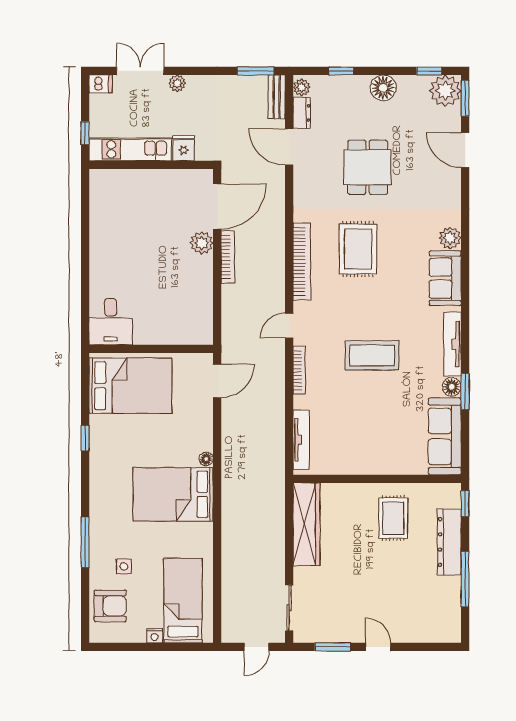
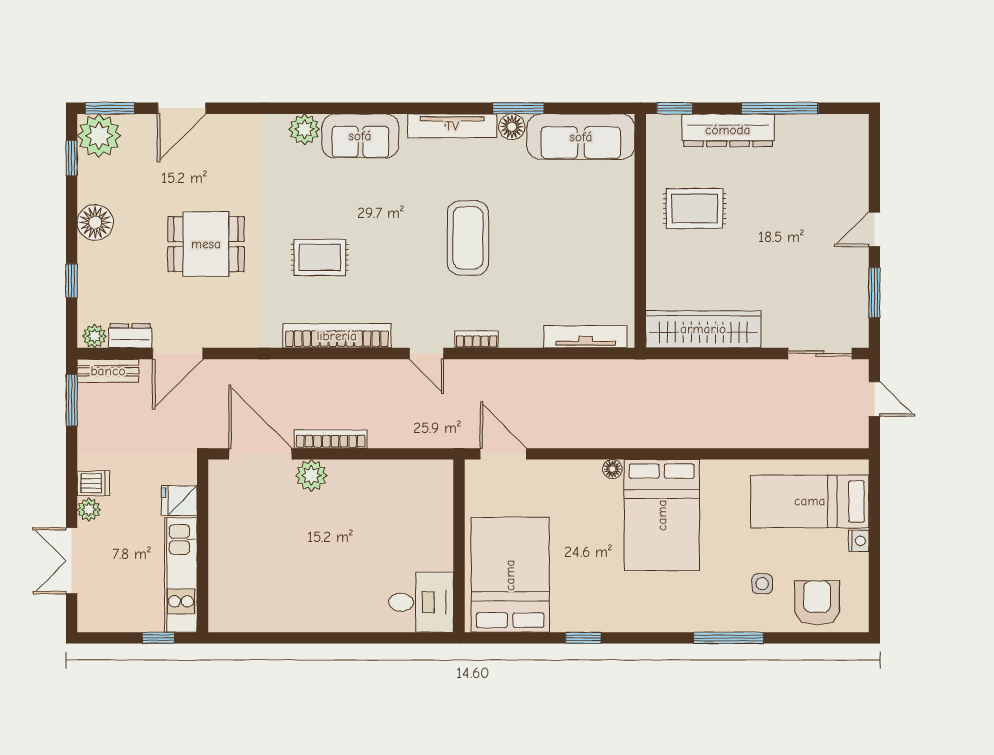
dishwasher: (101, 84) -> (93, 483), moved, turned 90
rug: (358, 249) -> (320, 257), width x0.73, depth x0.70
bookcase: (299, 370) -> (477, 339), width x0.64

